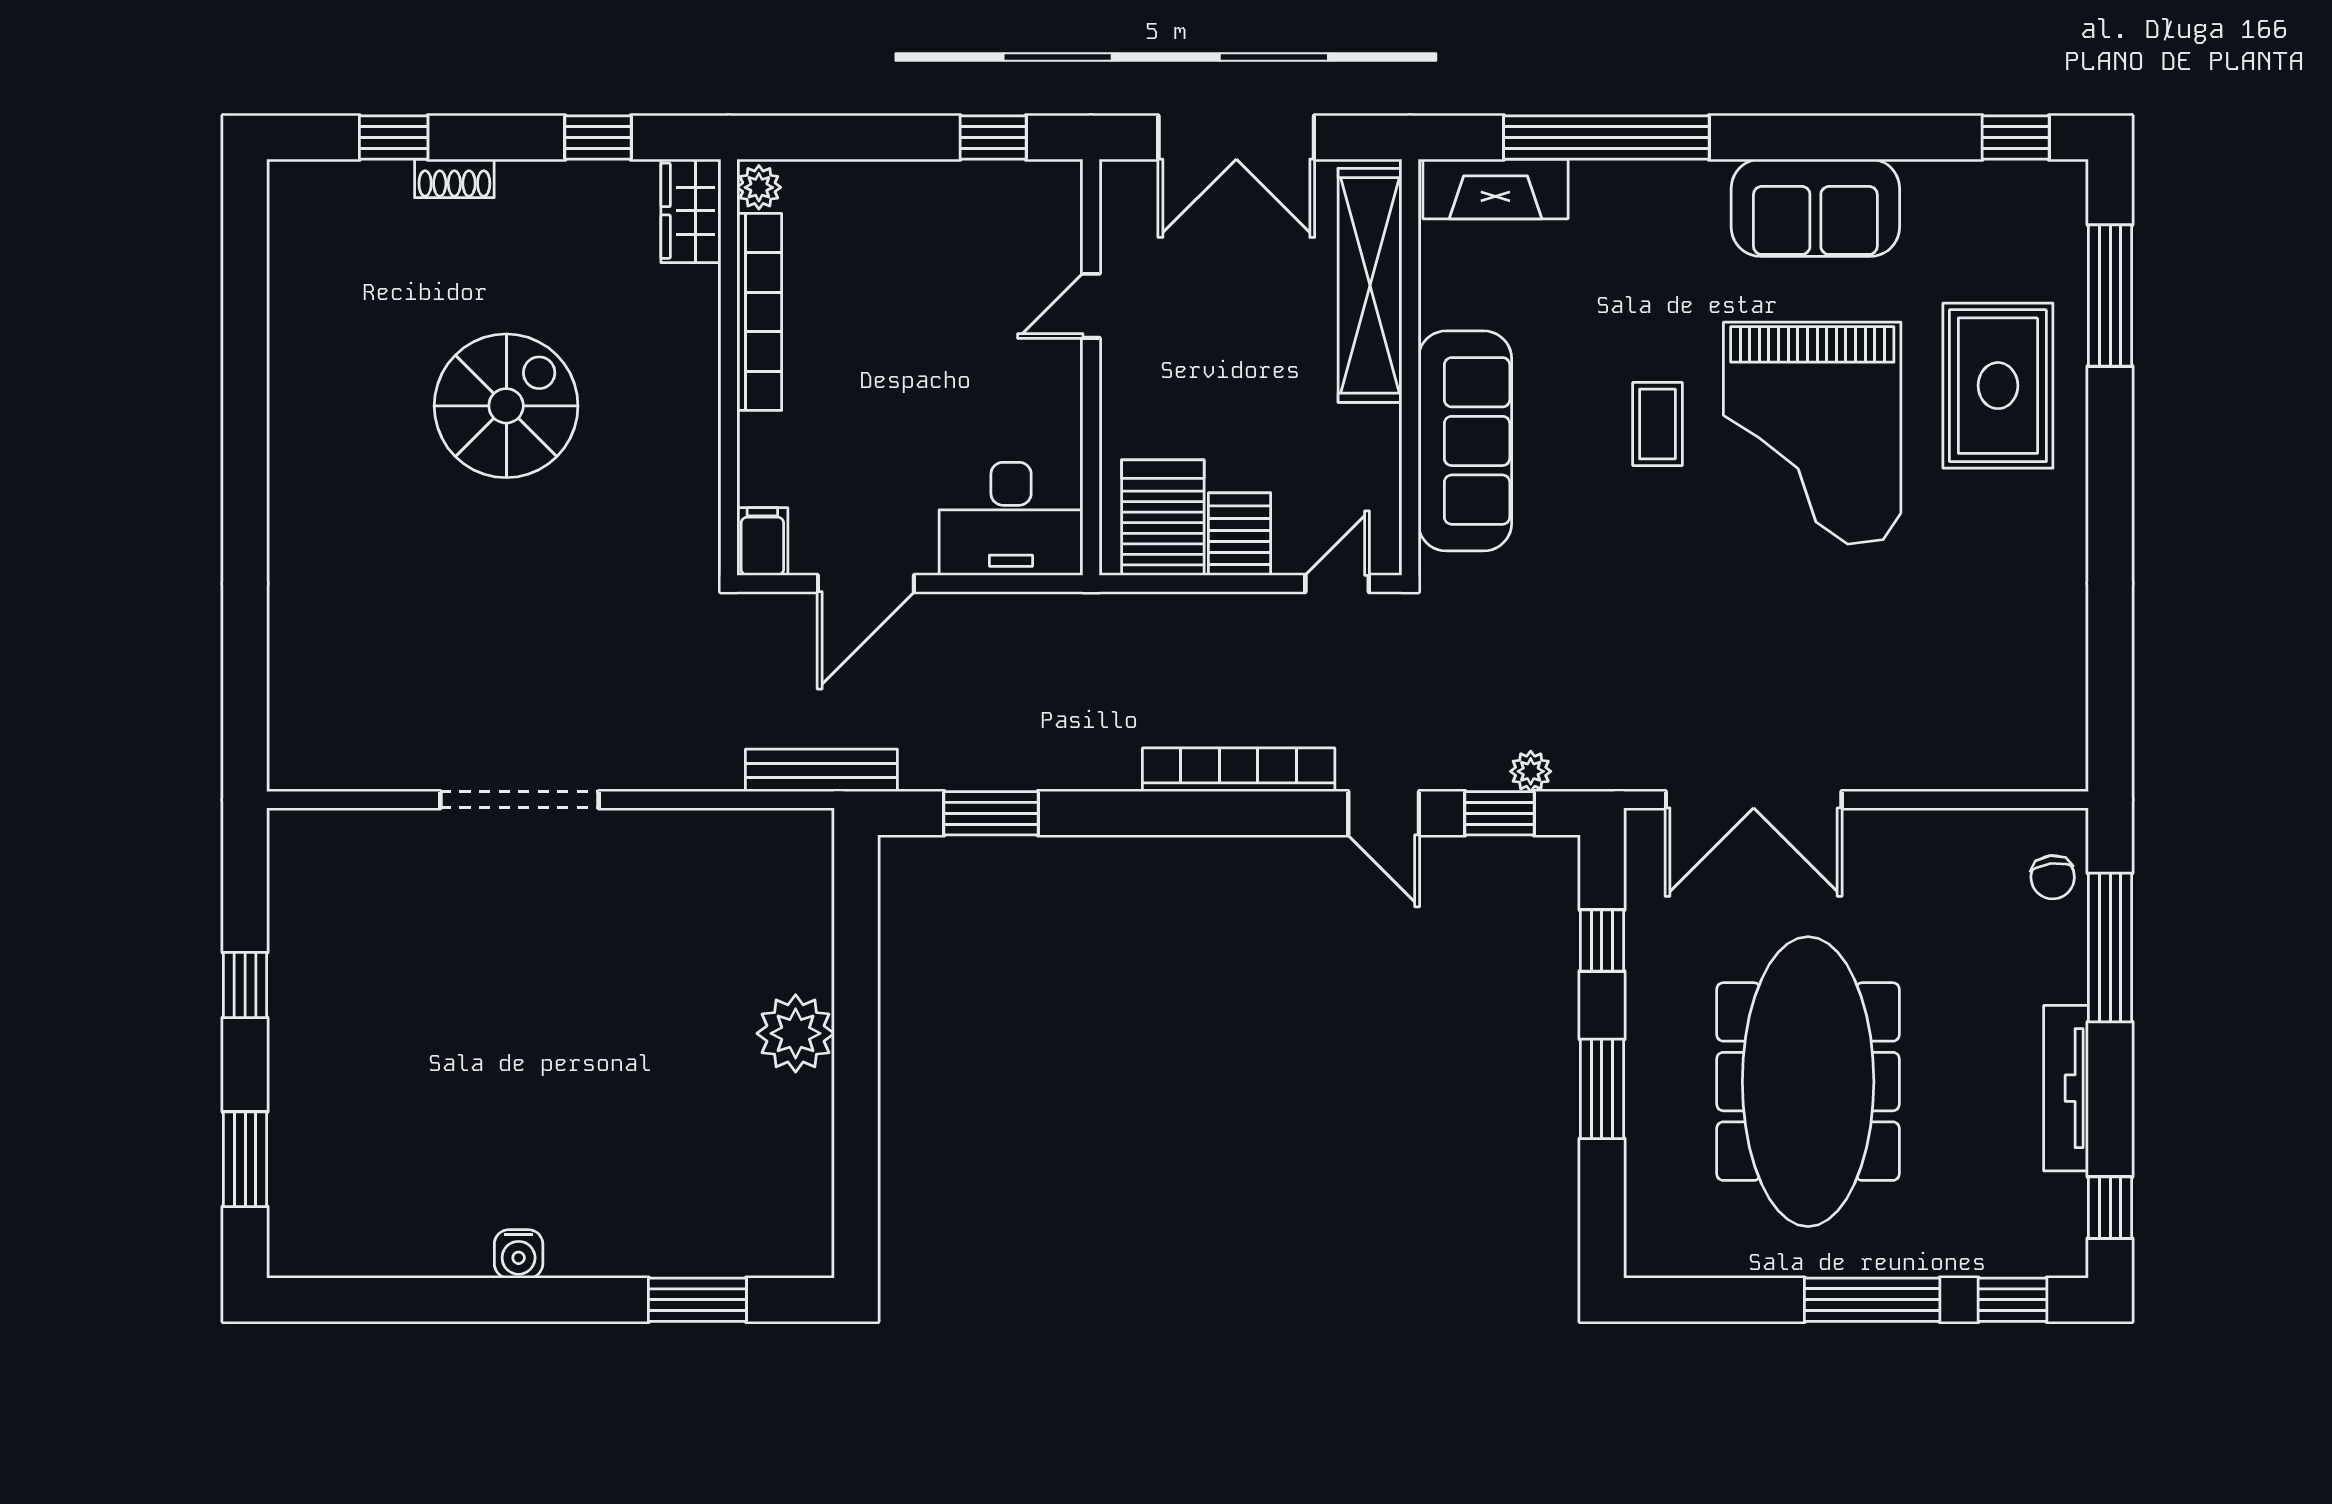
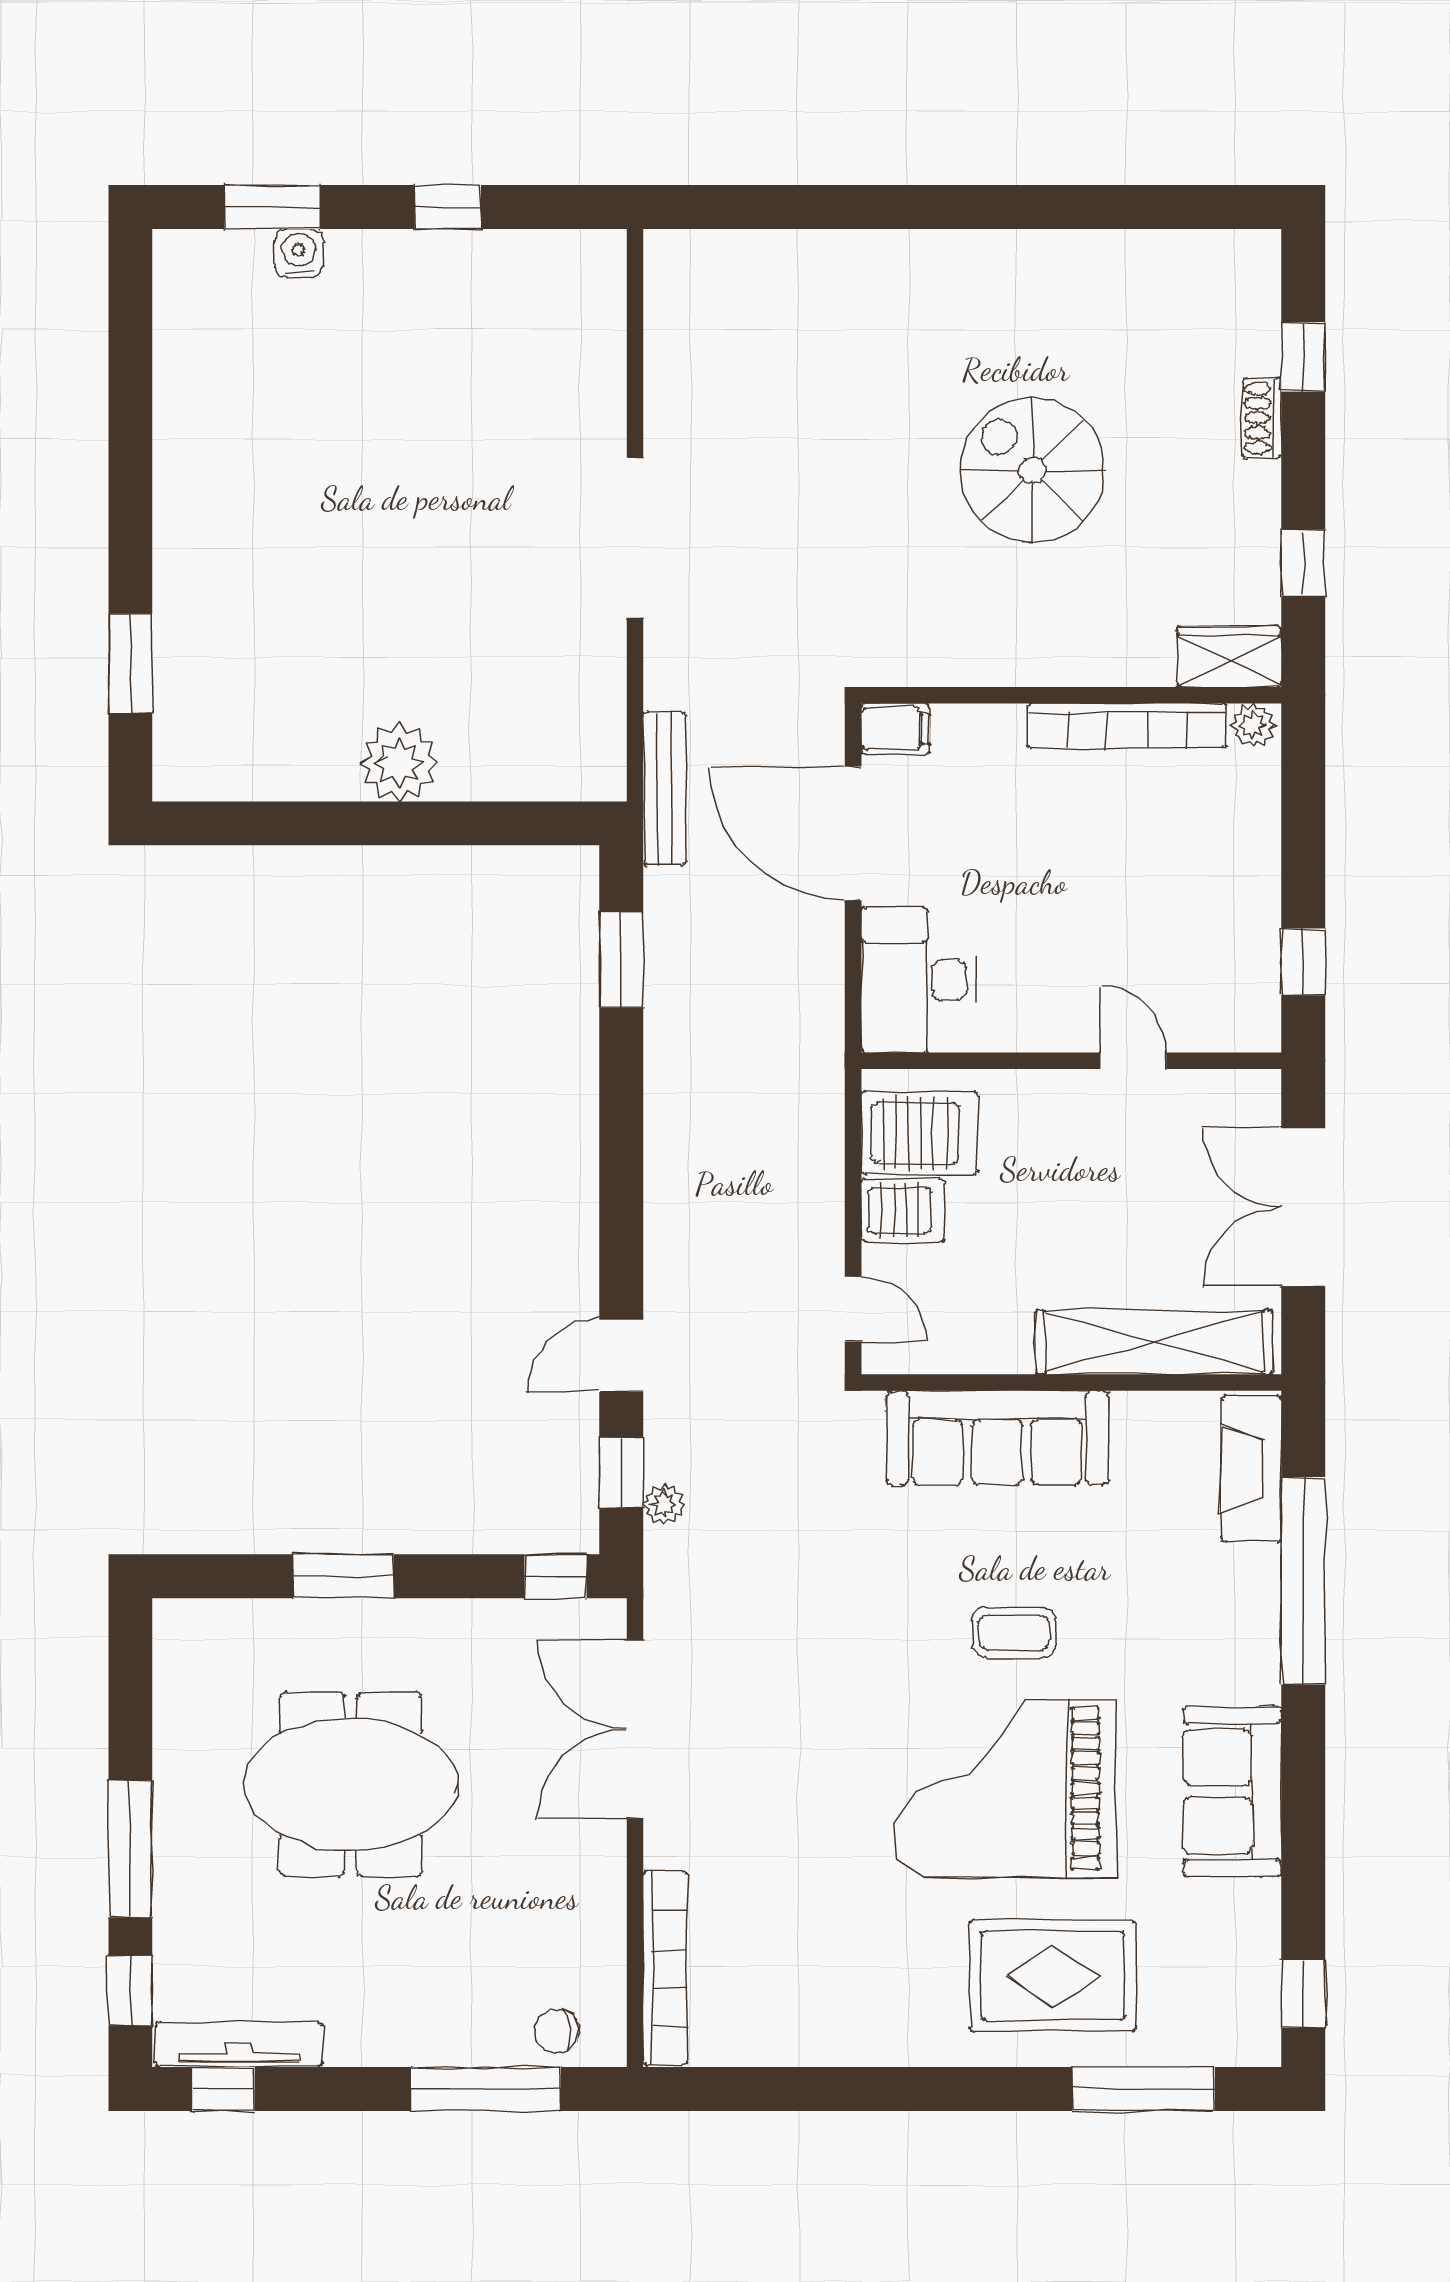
spiral stairs: (506, 406) -> (1032, 470), turned 180
door: (866, 583) -> (853, 833), width x1.36
bookcase: (1239, 770) -> (665, 1968), moved
doorway: (519, 800) -> (635, 538), moved
window: (1602, 941) -> (556, 1576), moved
meeting table: (1808, 1082) -> (351, 1784), width x0.73
tv unit: (2066, 1088) -> (240, 2045), moved
water cooler: (519, 1254) -> (299, 253), moved, turned 90

